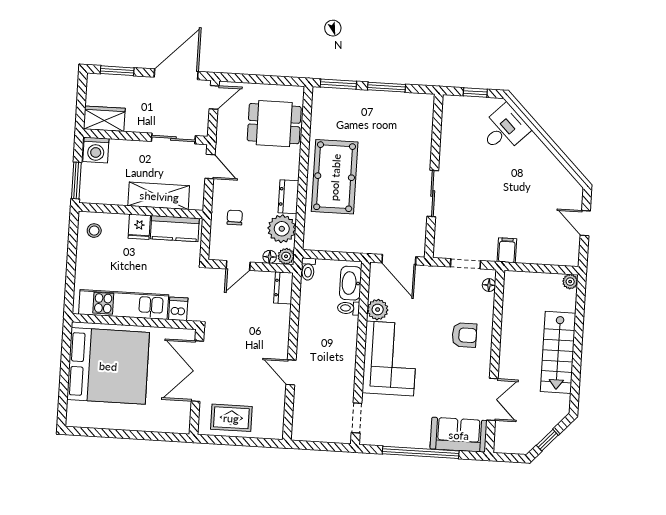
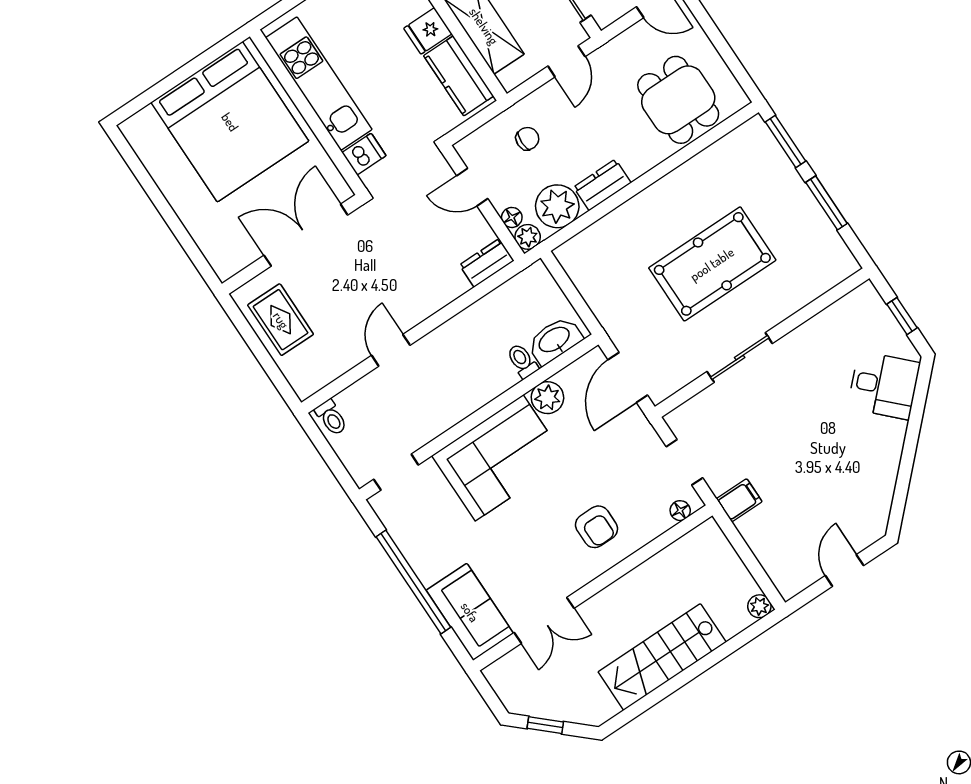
pool table: (335, 177) -> (712, 264), moved
toilet: (308, 269) -> (331, 418), moved, turned -90

